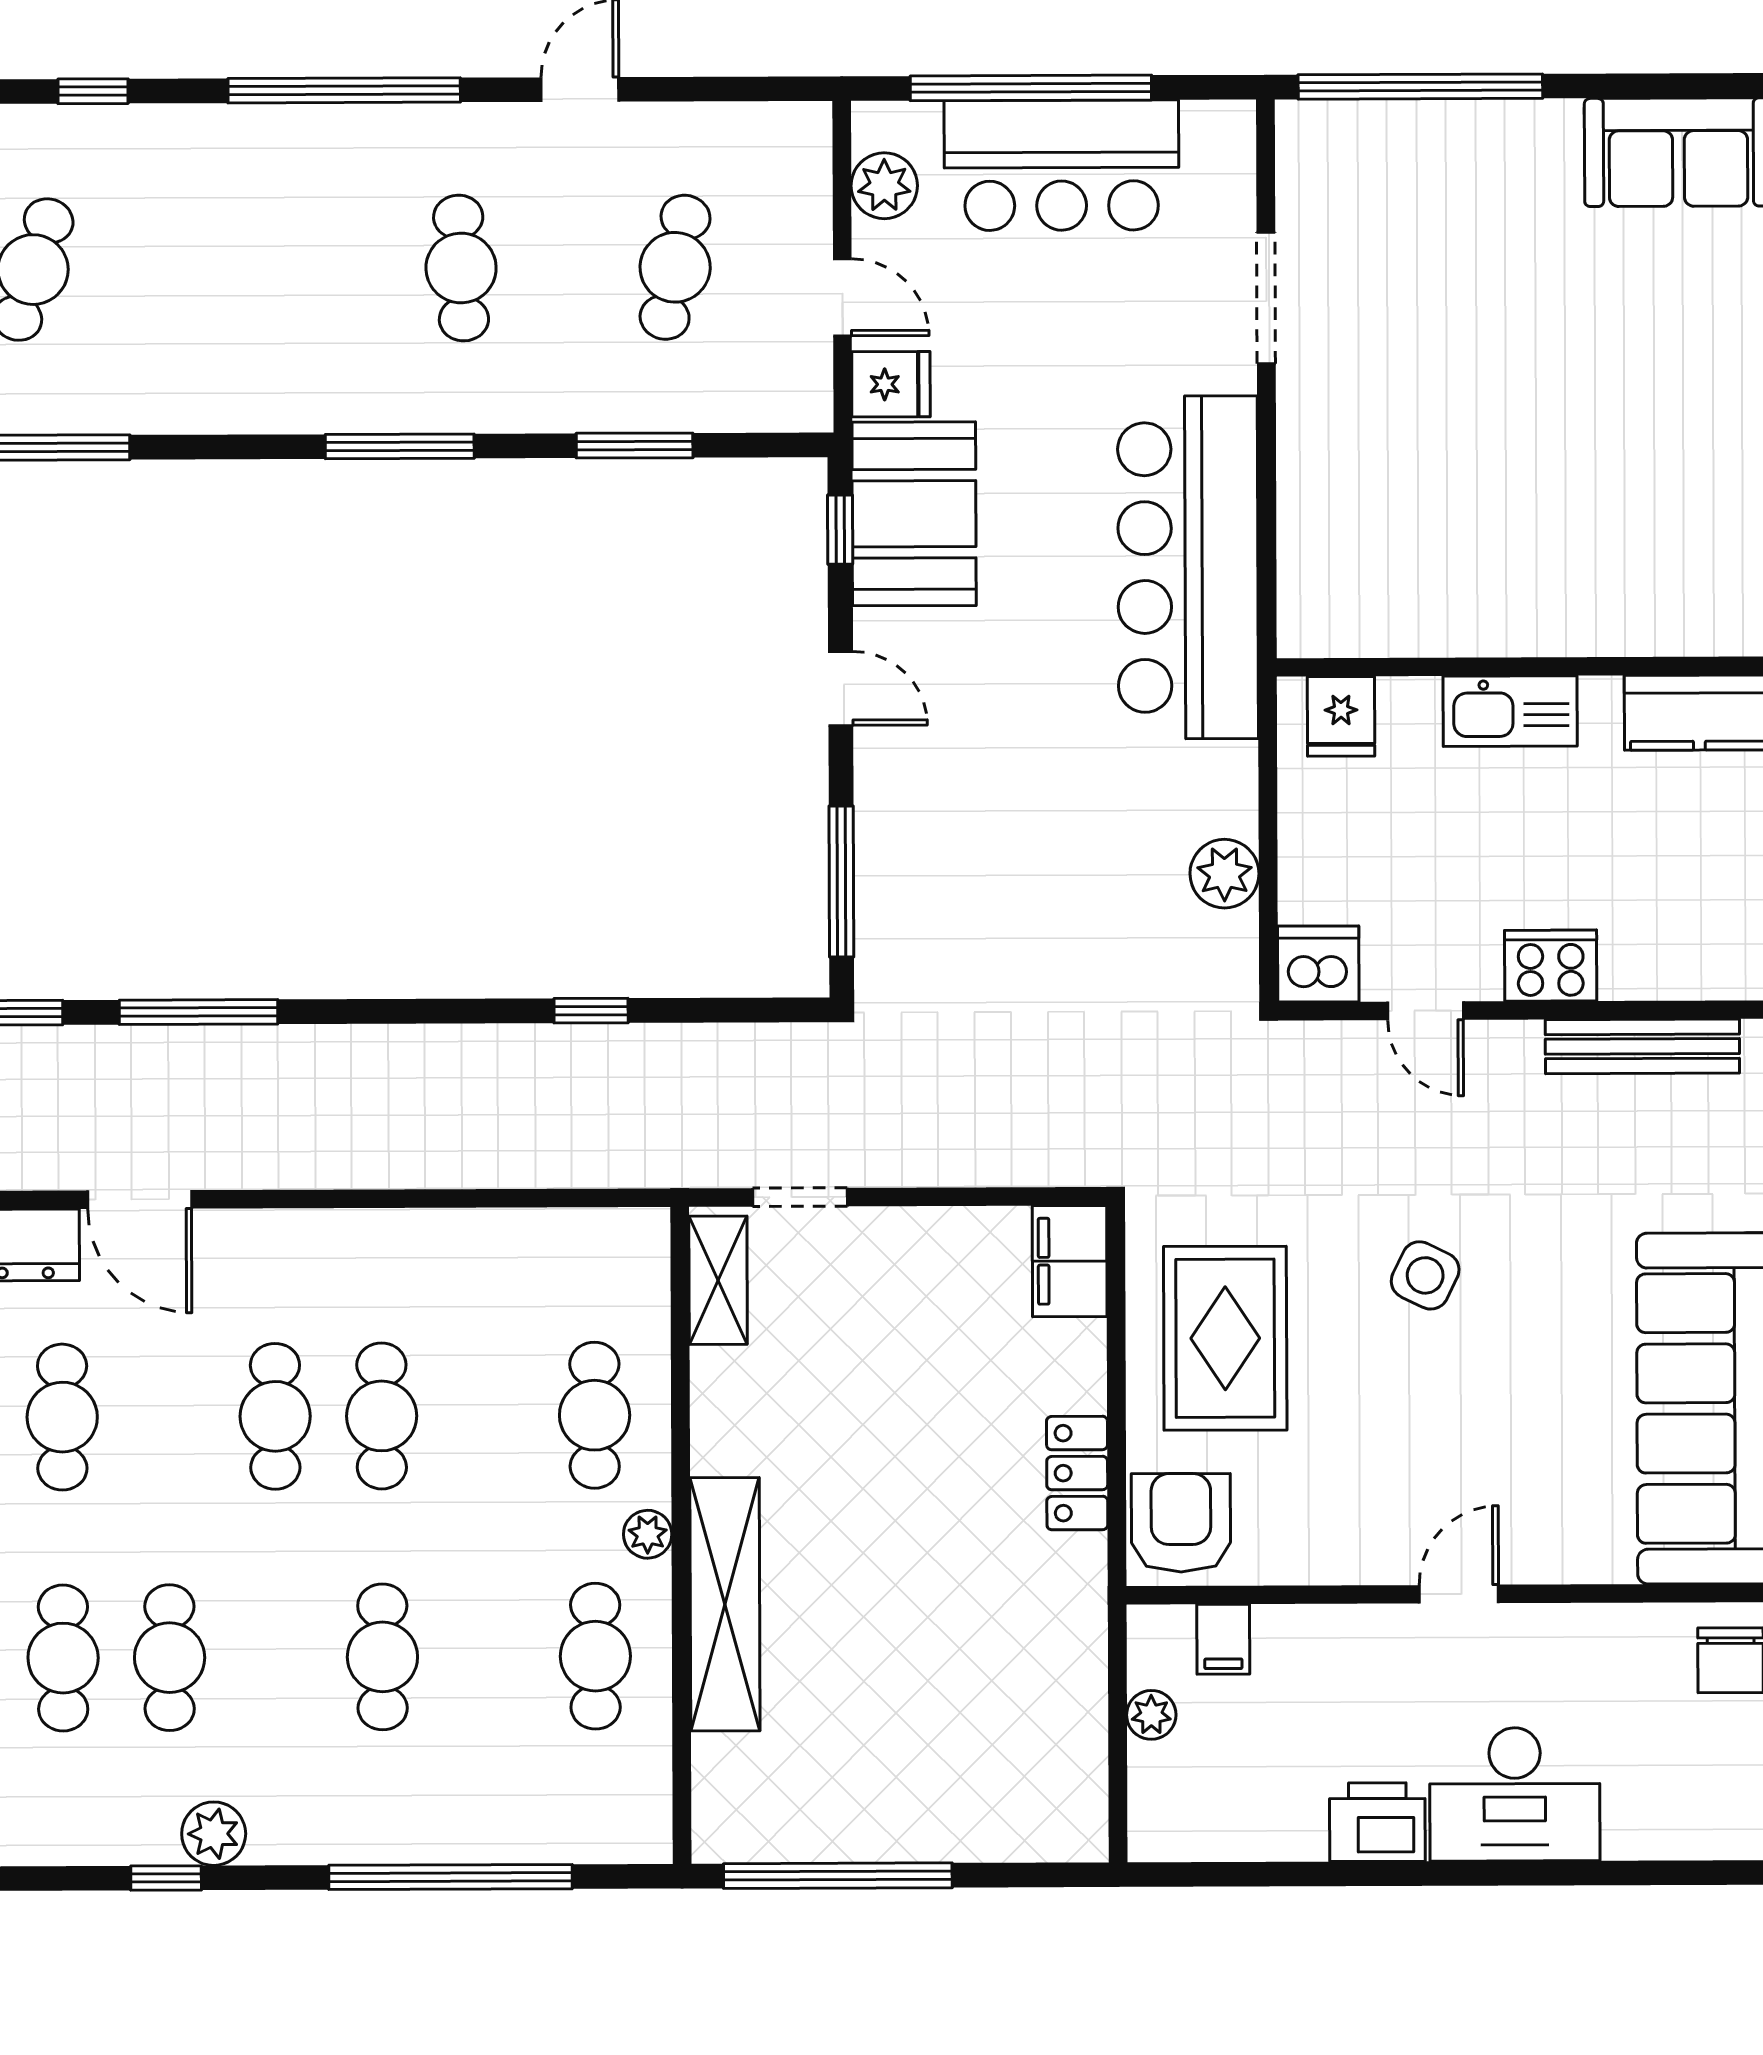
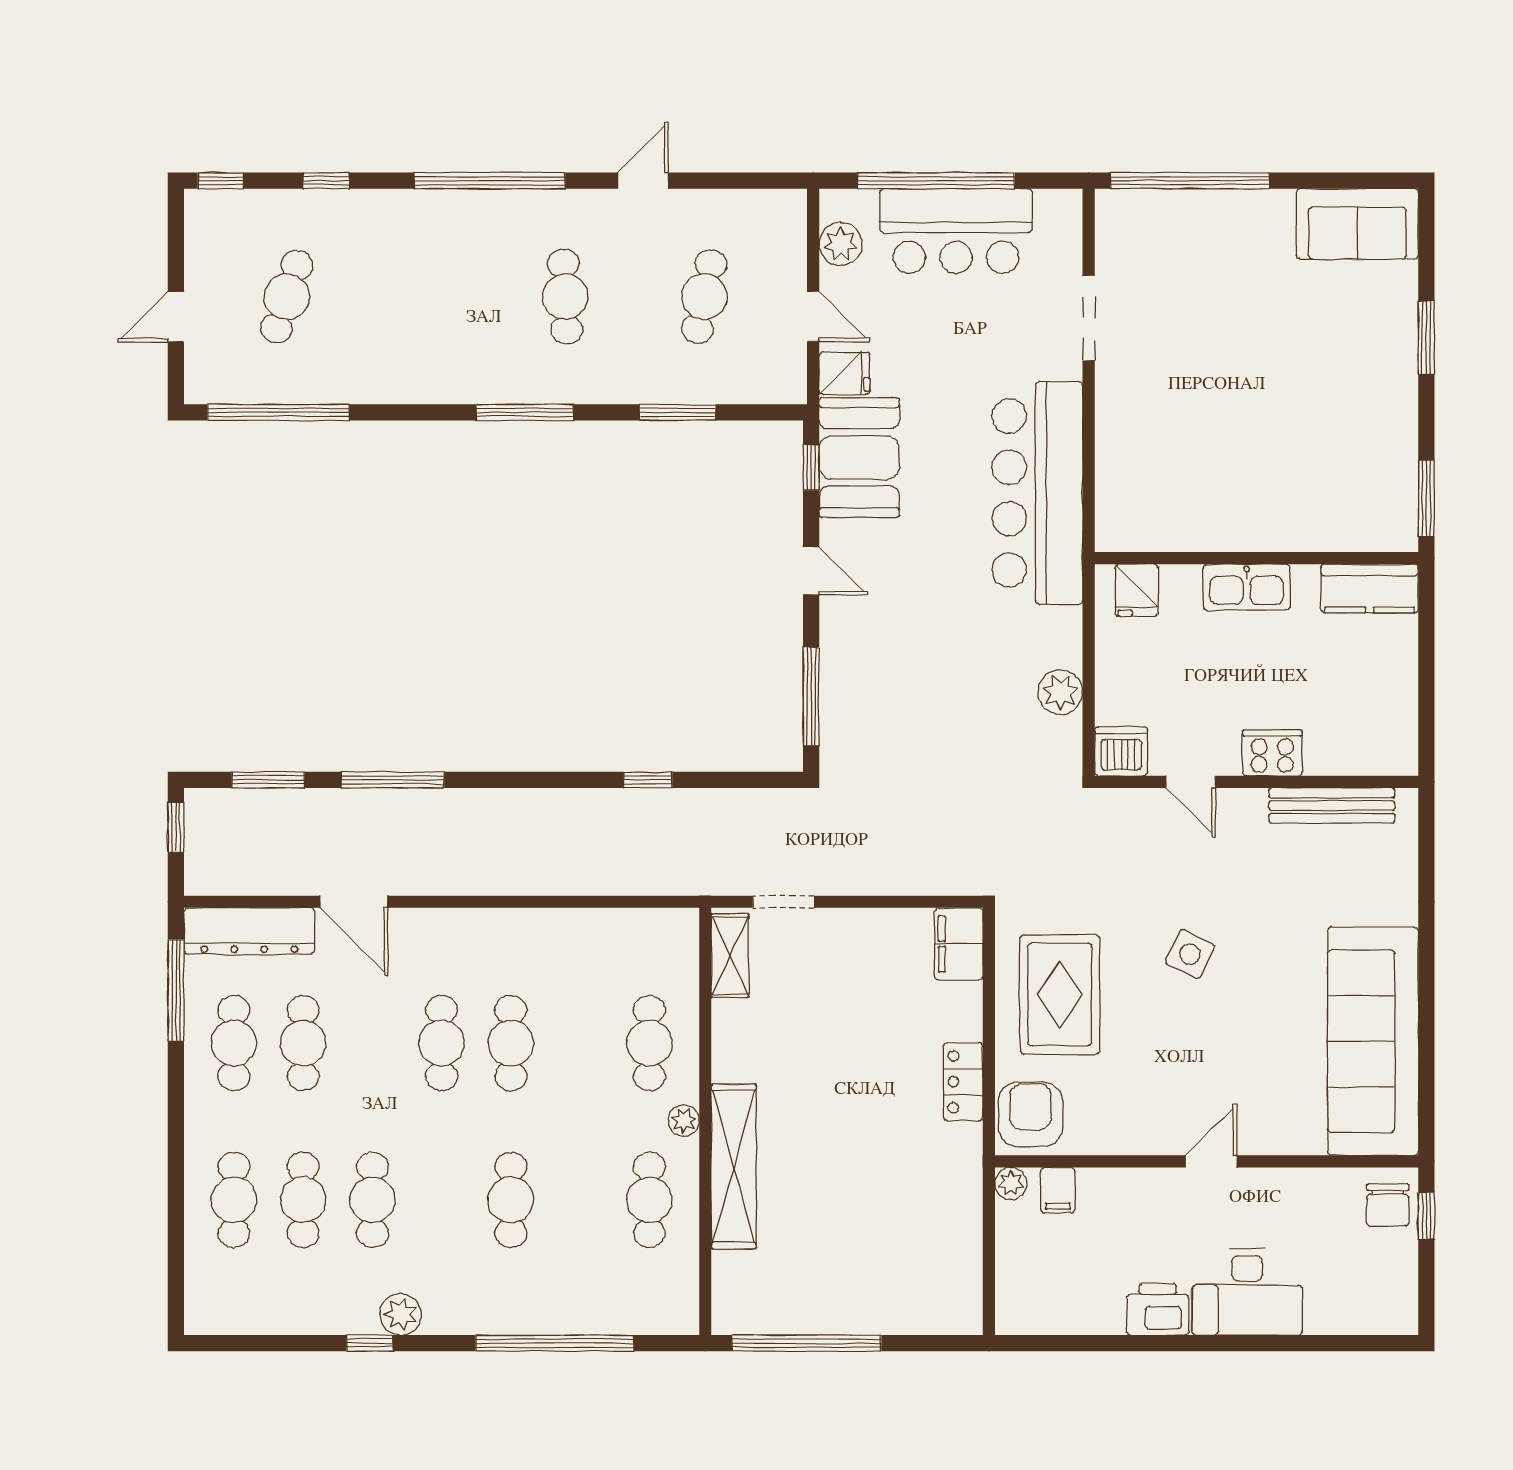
plant: (1151, 1715) -> (1011, 1183), moved

